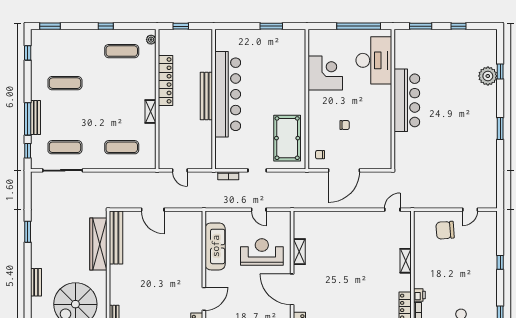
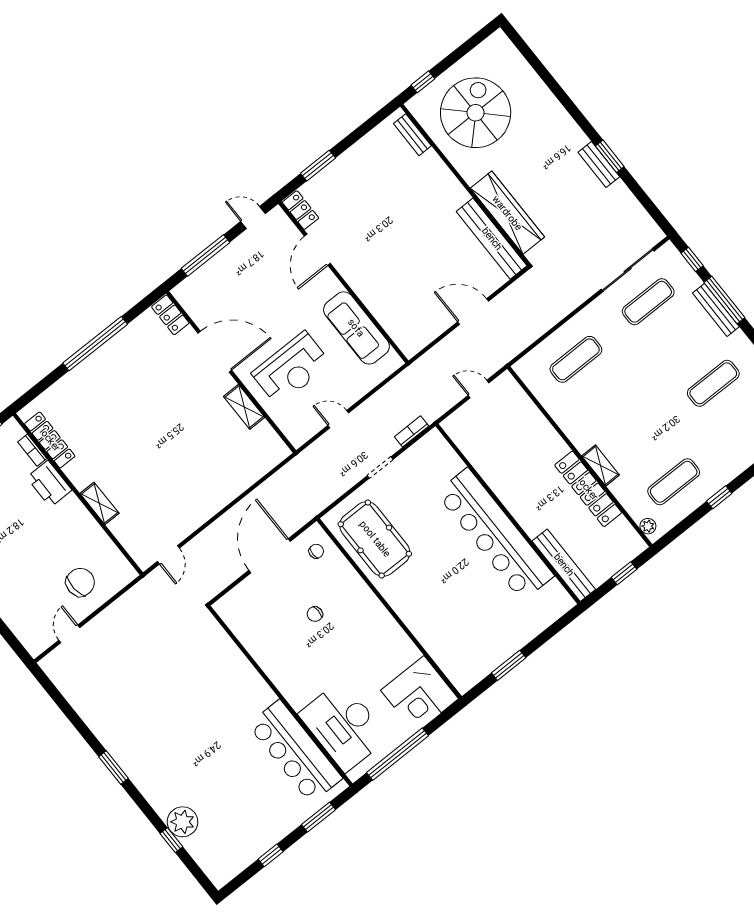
corner desk: (325, 73) -> (420, 694), moved
bench: (206, 96) -> (564, 565), moved
bar counter: (407, 100) -> (295, 751), moved
shelving: (151, 112) -> (601, 465), moved
bench: (36, 282) -> (599, 165), moved
printer: (419, 295) -> (49, 484), width x1.87, depth x1.48

